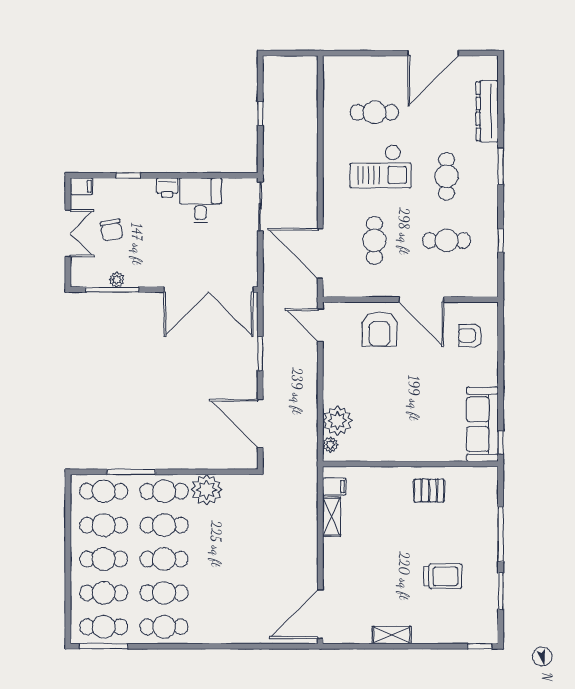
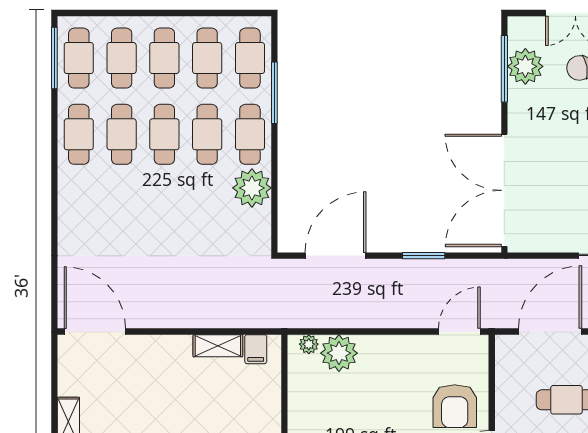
plant: (117, 280) -> (525, 66), width x1.88, depth x1.88
armchair: (379, 329) -> (455, 406), turned -90

